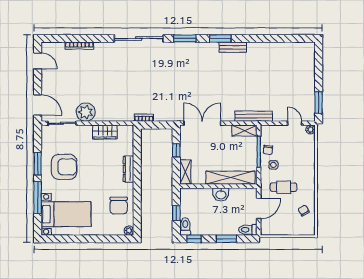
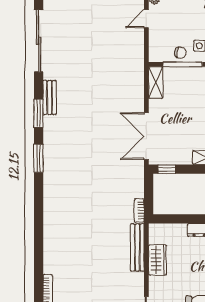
sliding door: (139, 38) -> (39, 41), moved
plant: (86, 112) -> (132, 284), removed
bench: (254, 116) -> (137, 247), moved
window: (176, 150) -> (167, 169), moved

